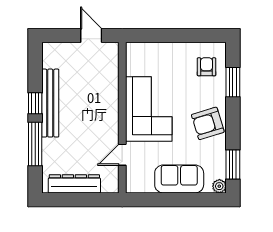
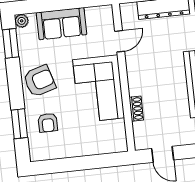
armchair: (207, 67) -> (48, 123), moved
shoe rack: (113, 85) -> (136, 109), added

